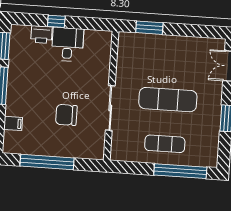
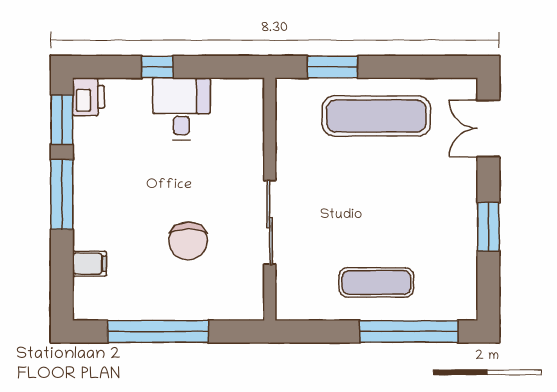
printer: (41, 35) -> (88, 97), moved, turned -90
exercise mat: (168, 100) -> (376, 116), moved
chair: (66, 115) -> (188, 241), turned -90

